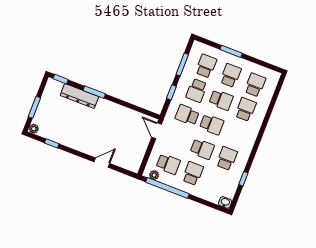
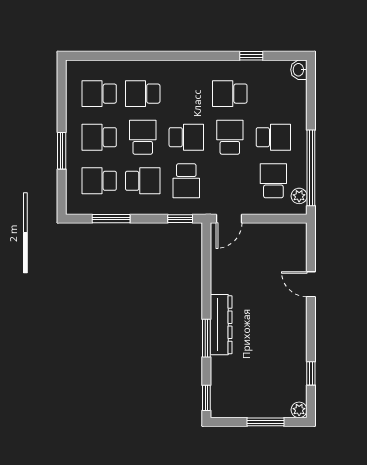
window: (171, 92) -> (180, 219), moved
dresser: (79, 96) -> (221, 325), moved
school desk: (212, 124) -> (186, 137), turned 90
school desk: (193, 173) -> (273, 137), turned 180

